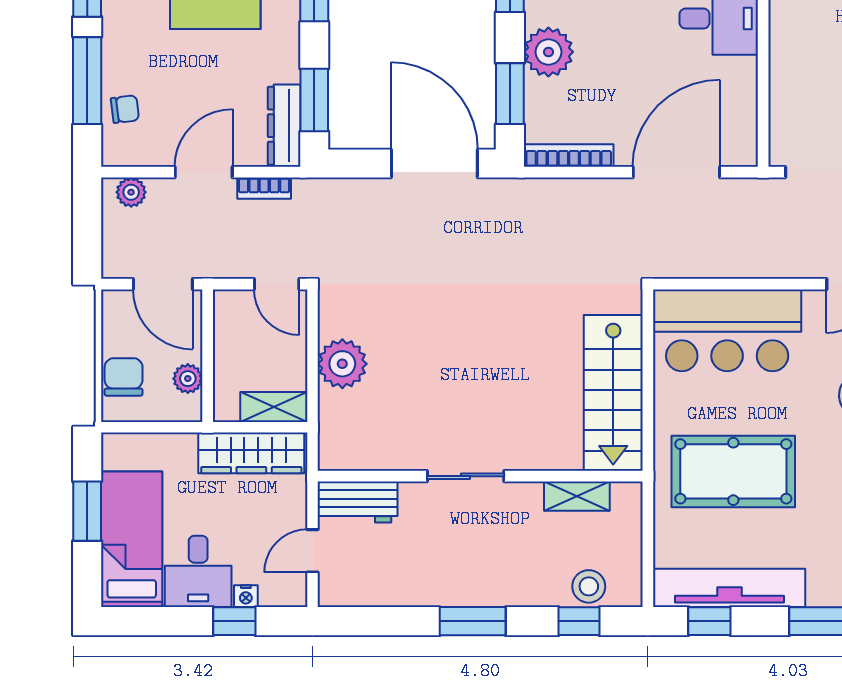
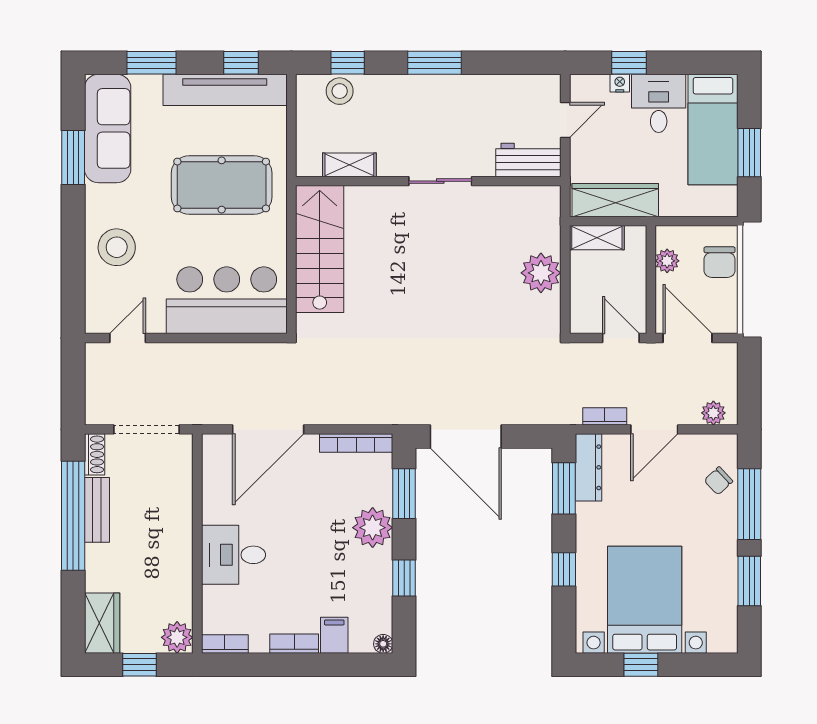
chair: (125, 109) -> (718, 481), turned -36
door: (277, 284) -> (621, 338), moved

